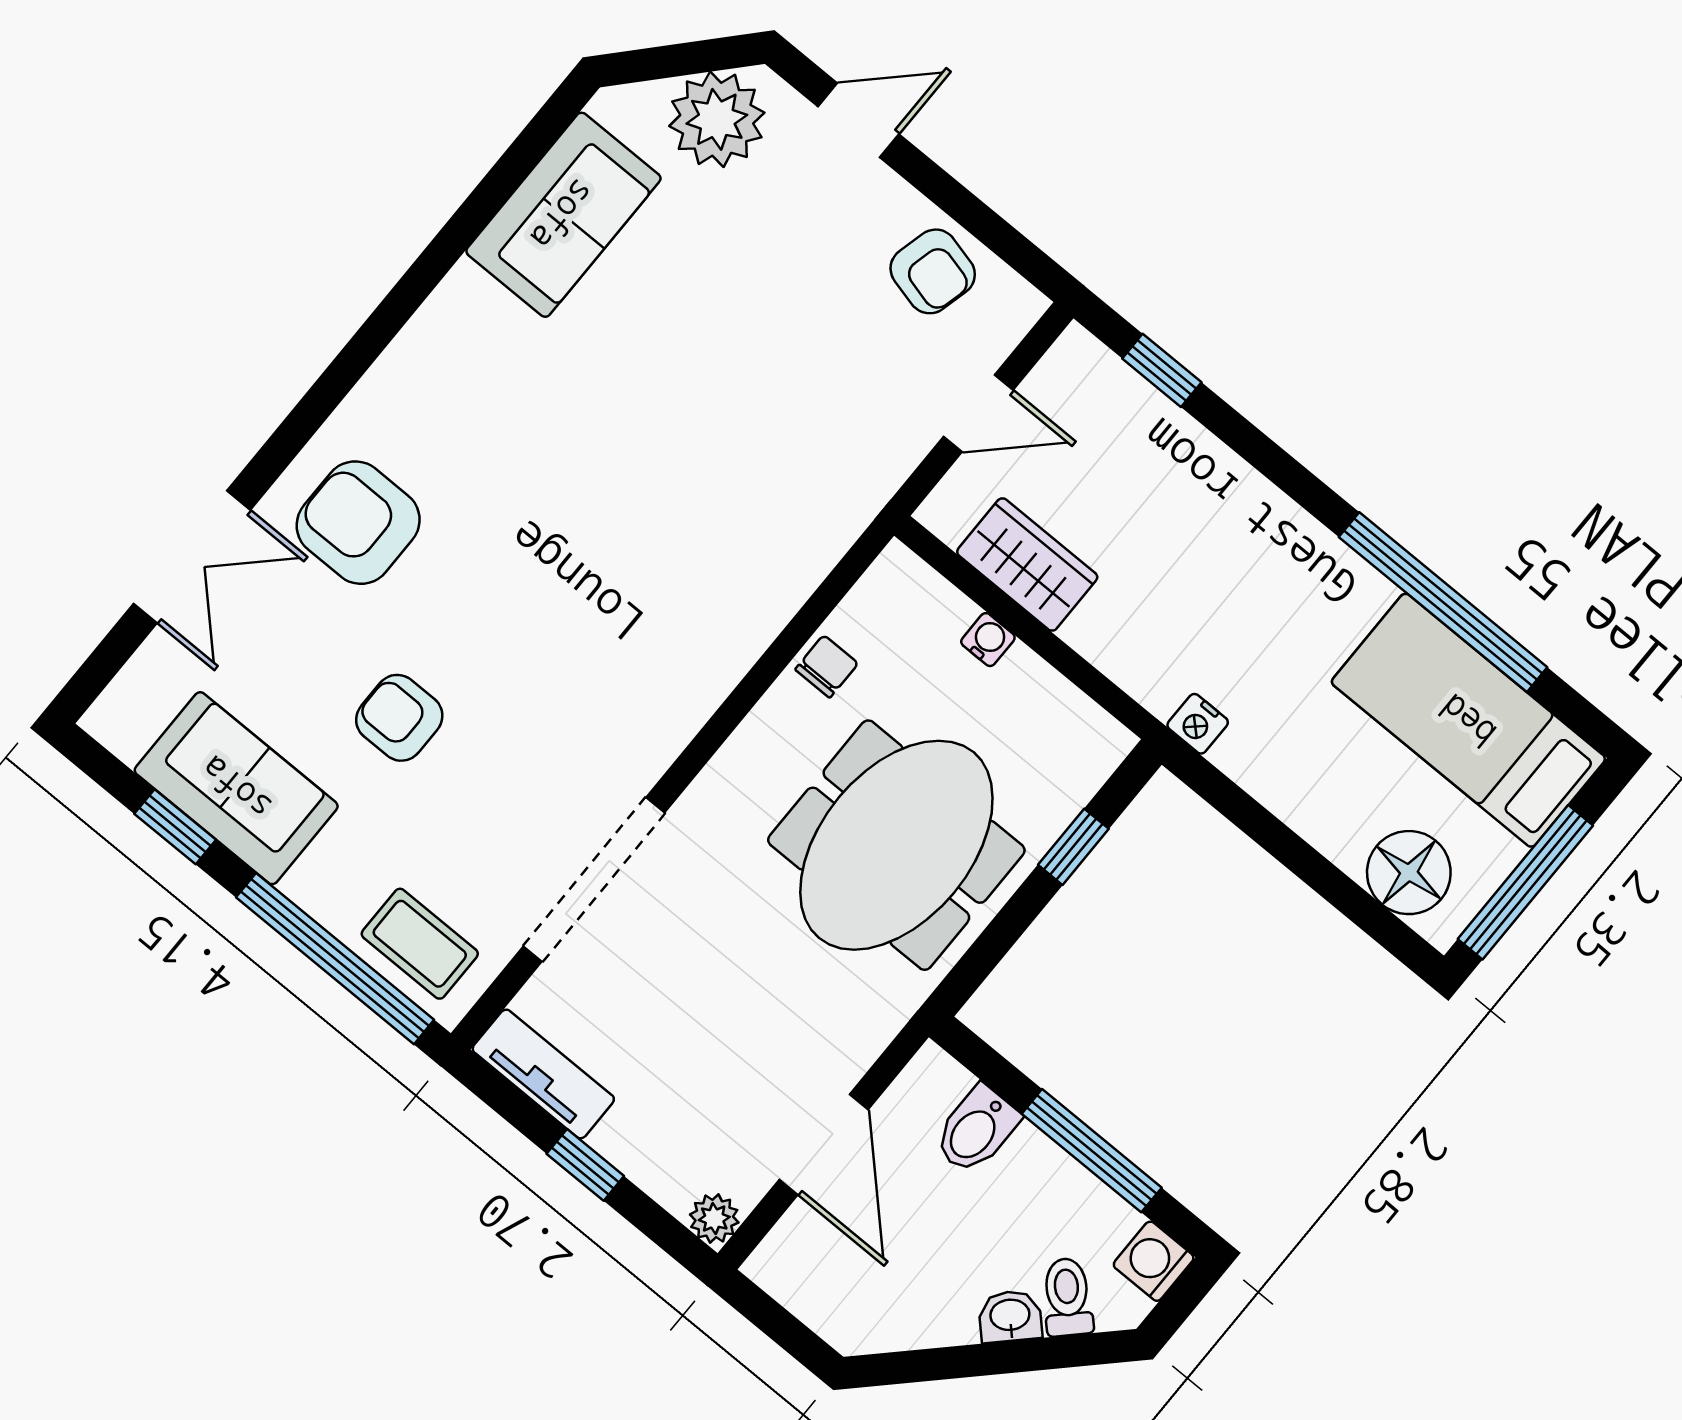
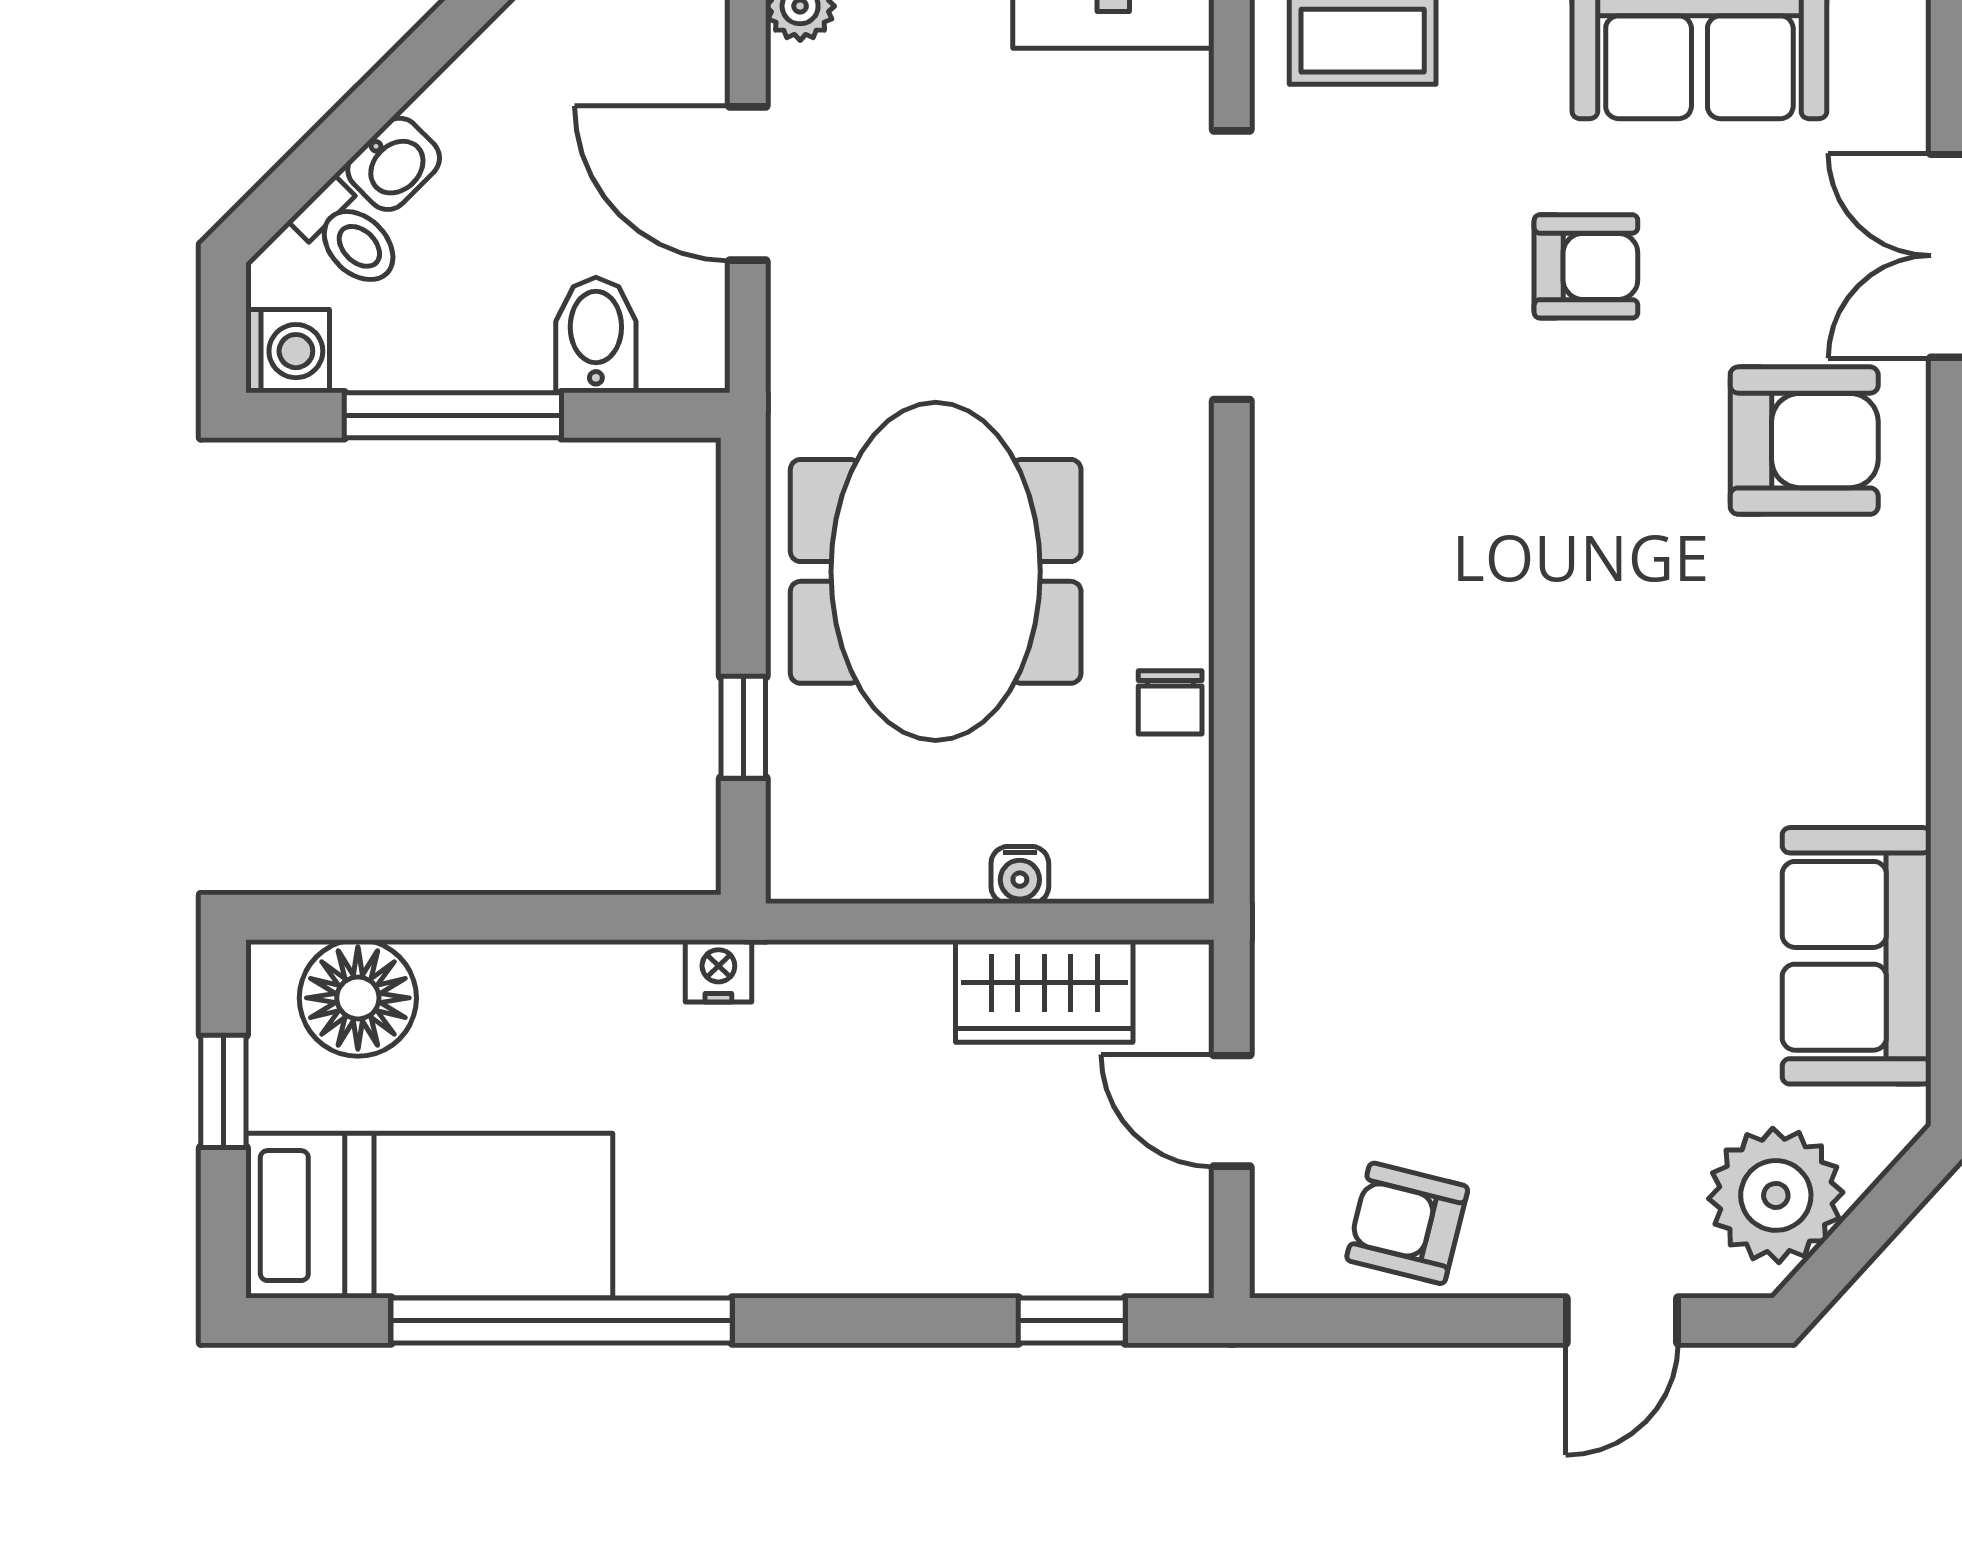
door: (978, 413) -> (1232, 1111), hinge flipped
window: (1525, 882) -> (223, 1091), width x0.46

